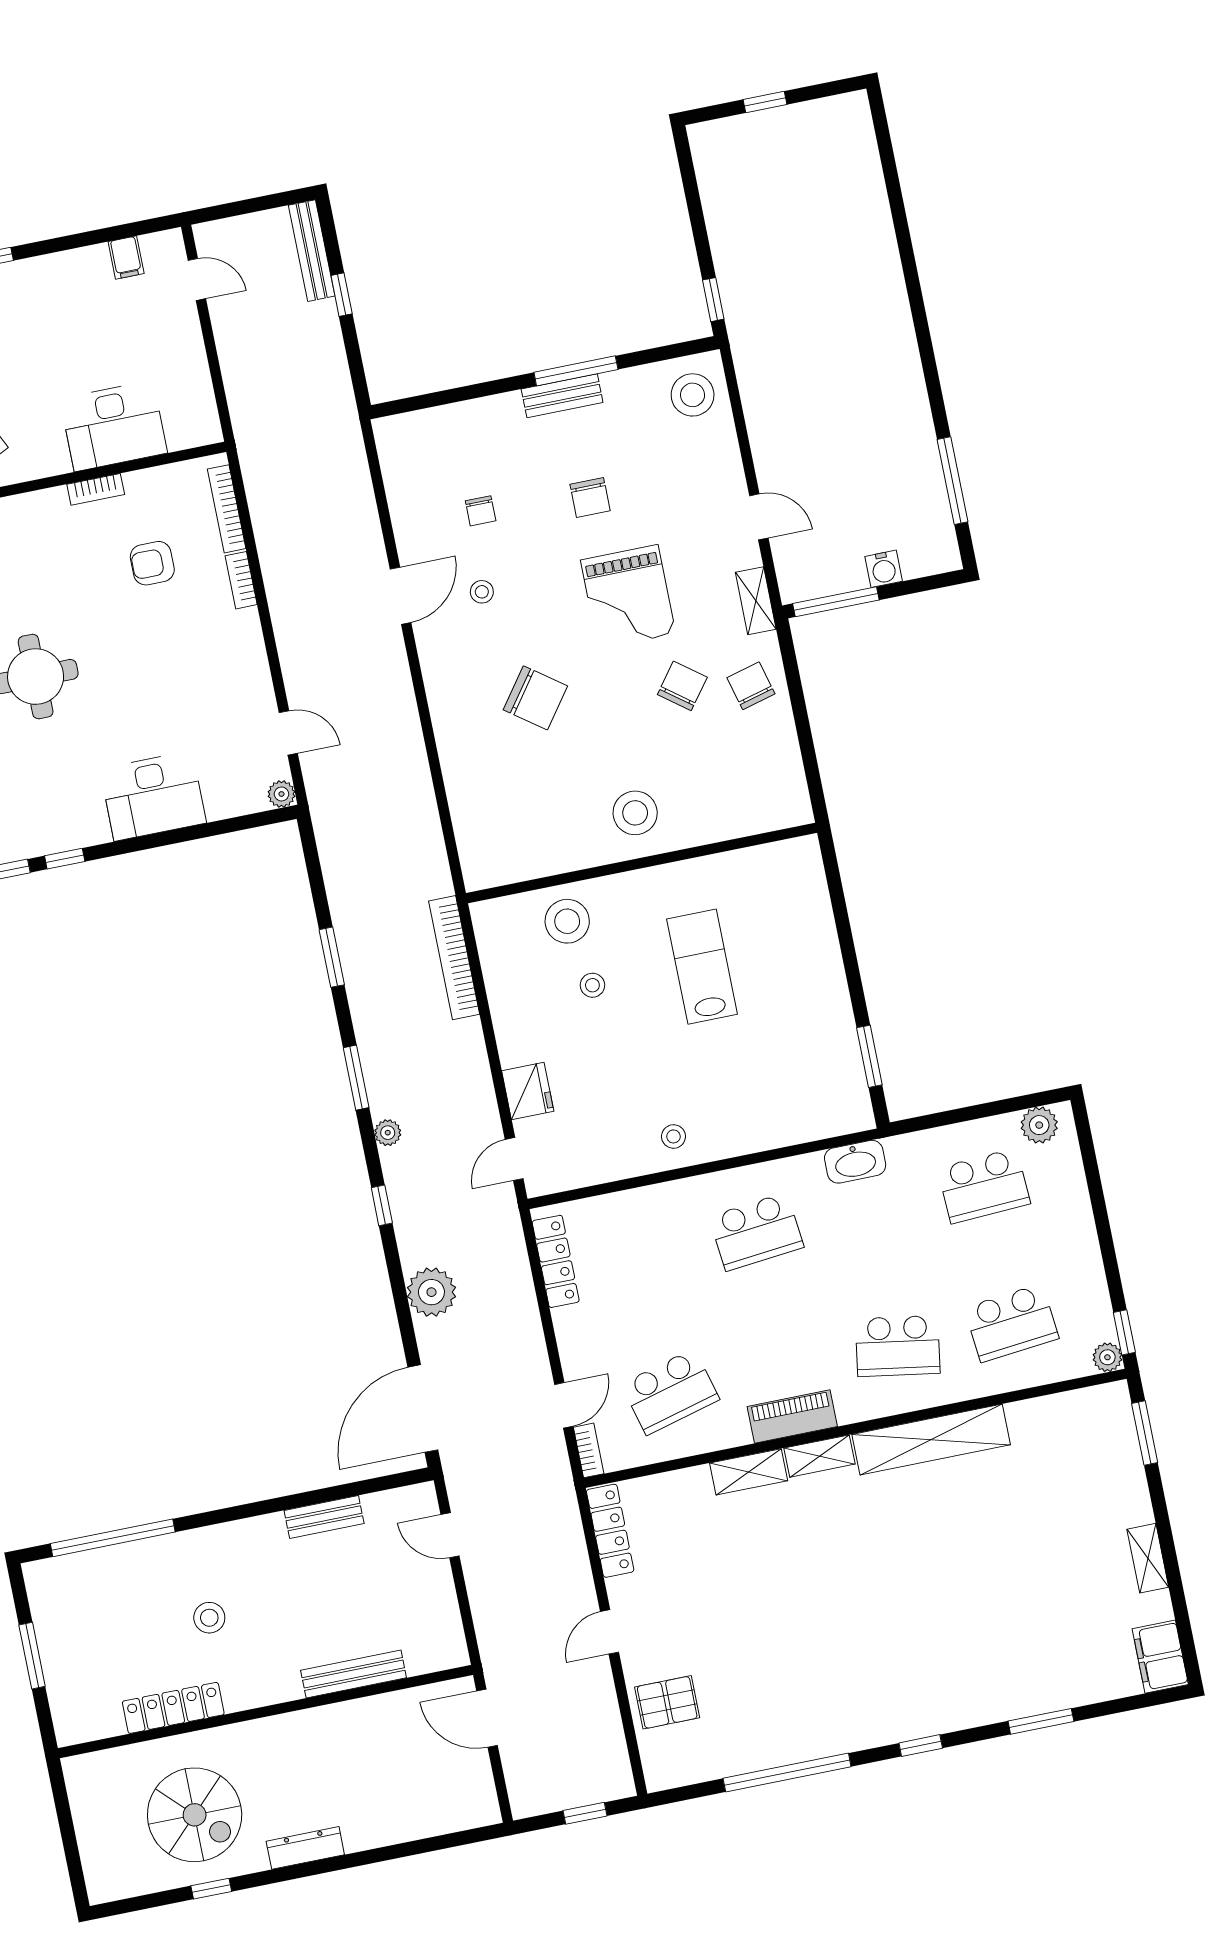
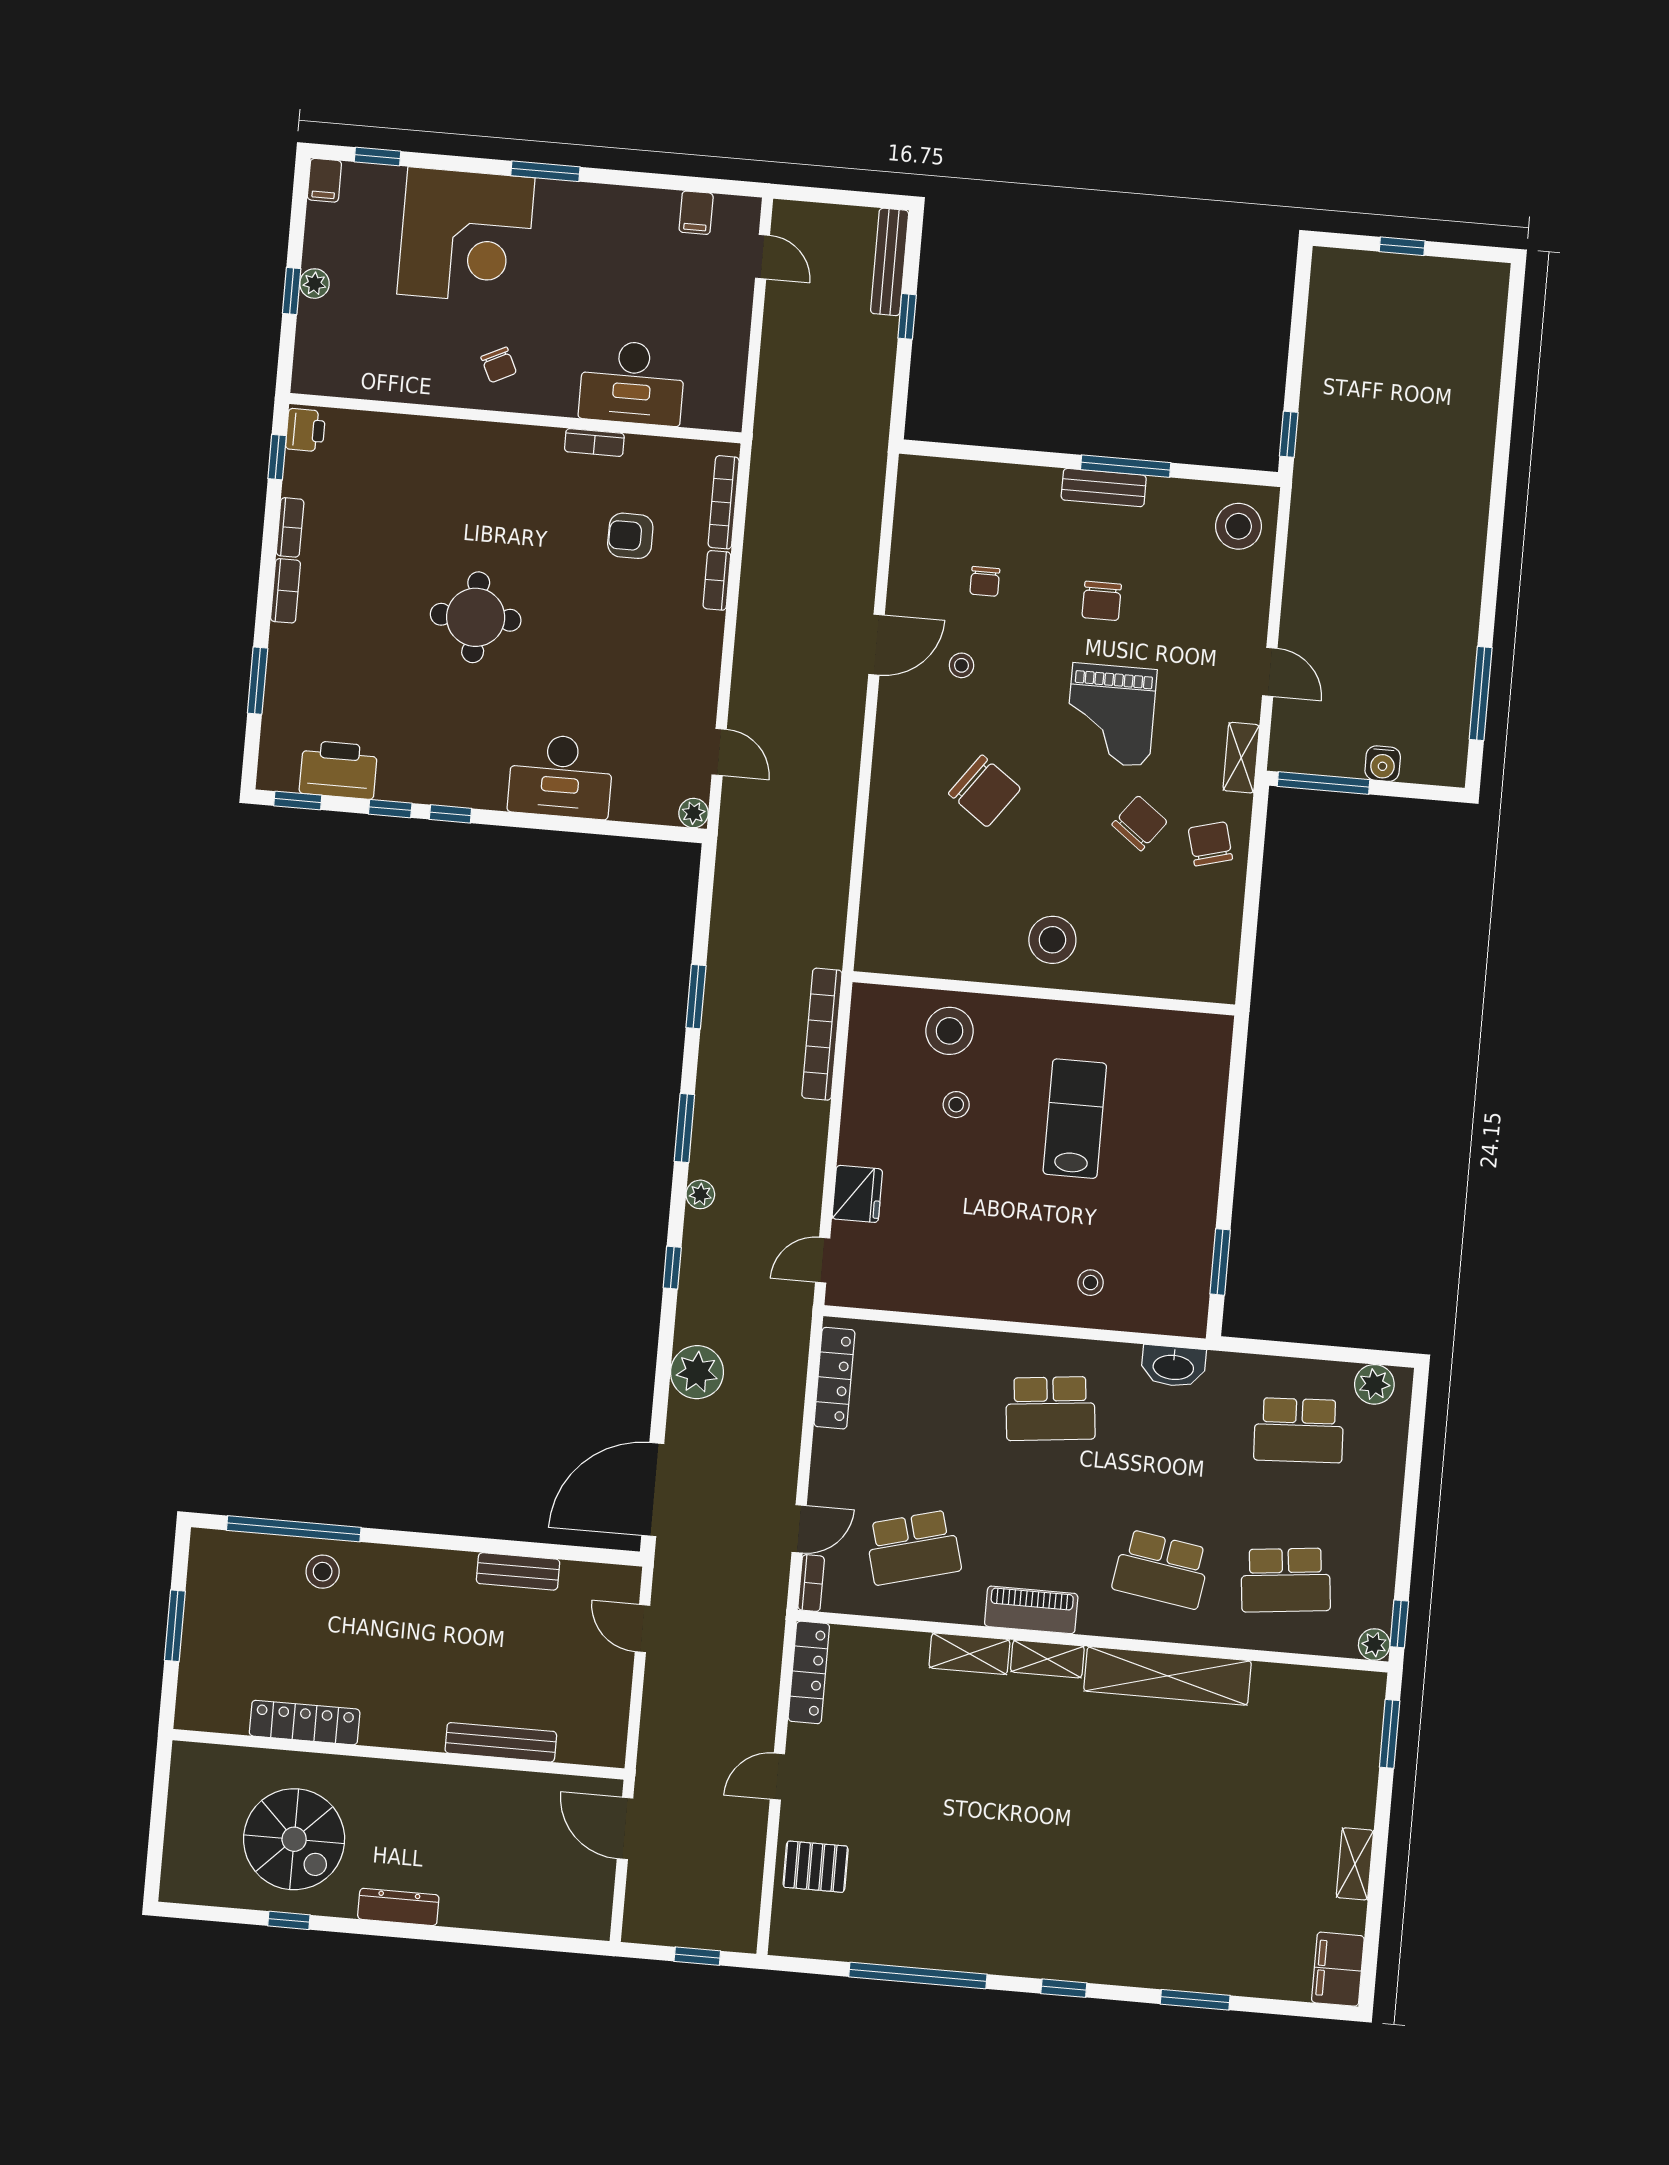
stool: (674, 1136) -> (1090, 1283), moved
stool: (209, 1618) -> (323, 1572), moved

